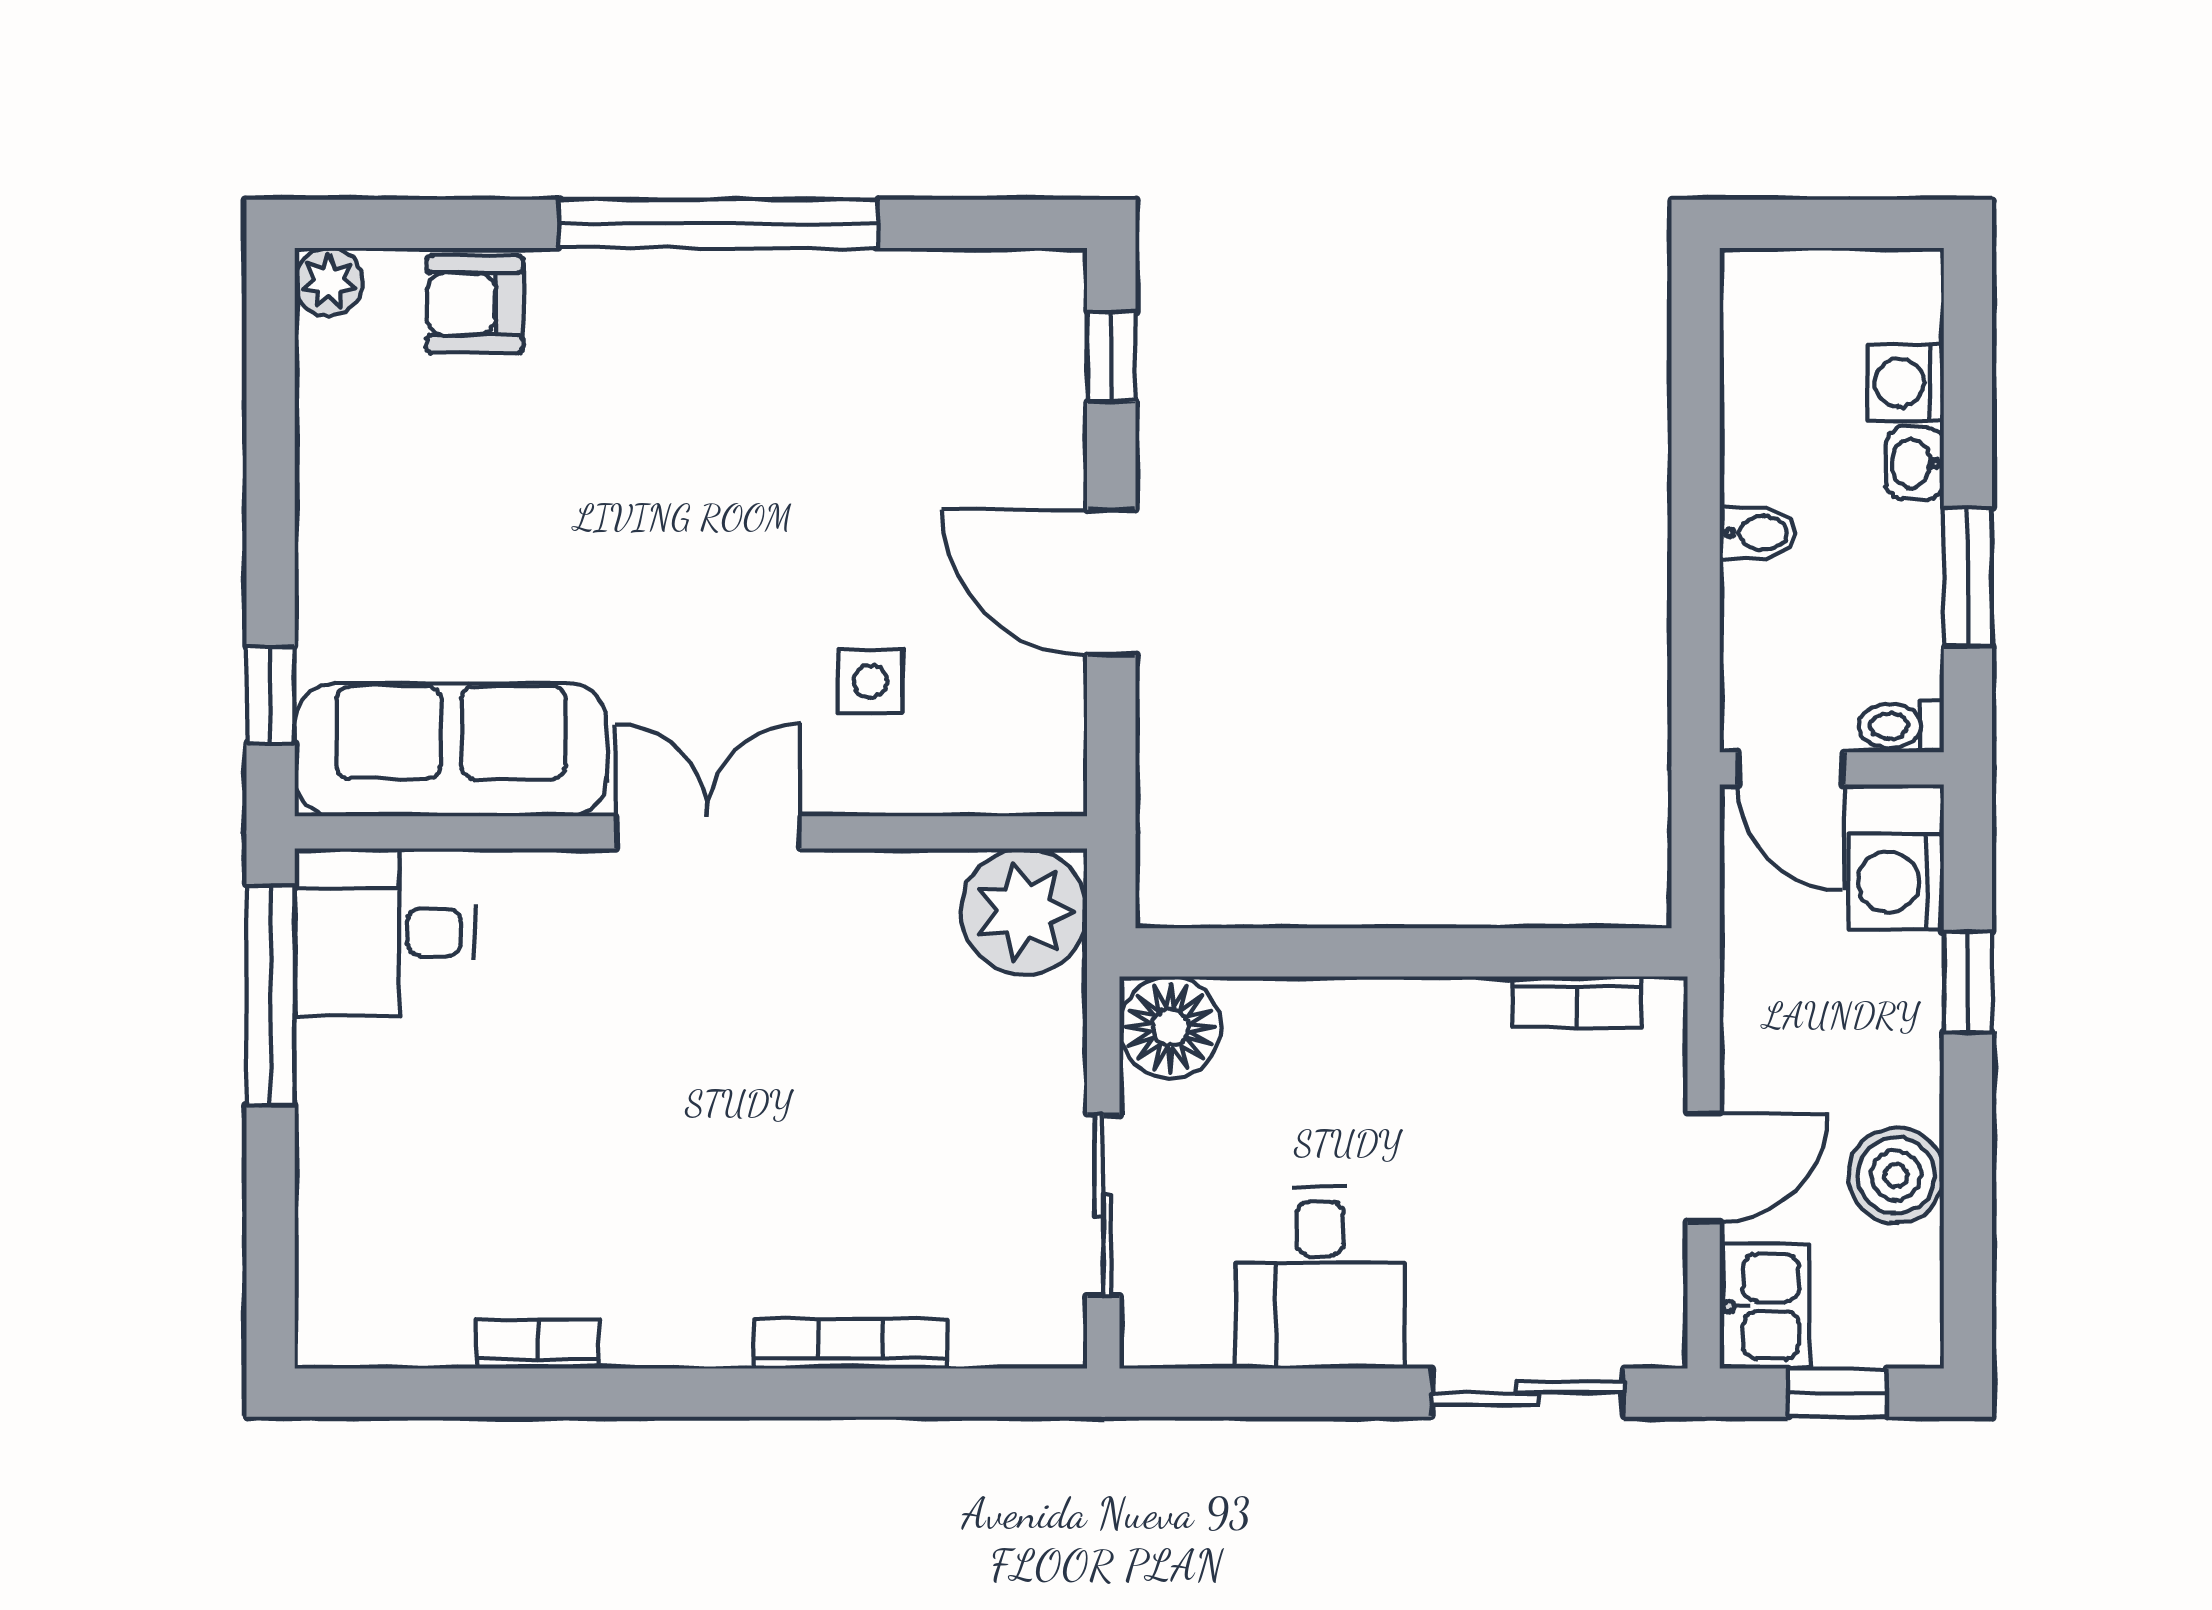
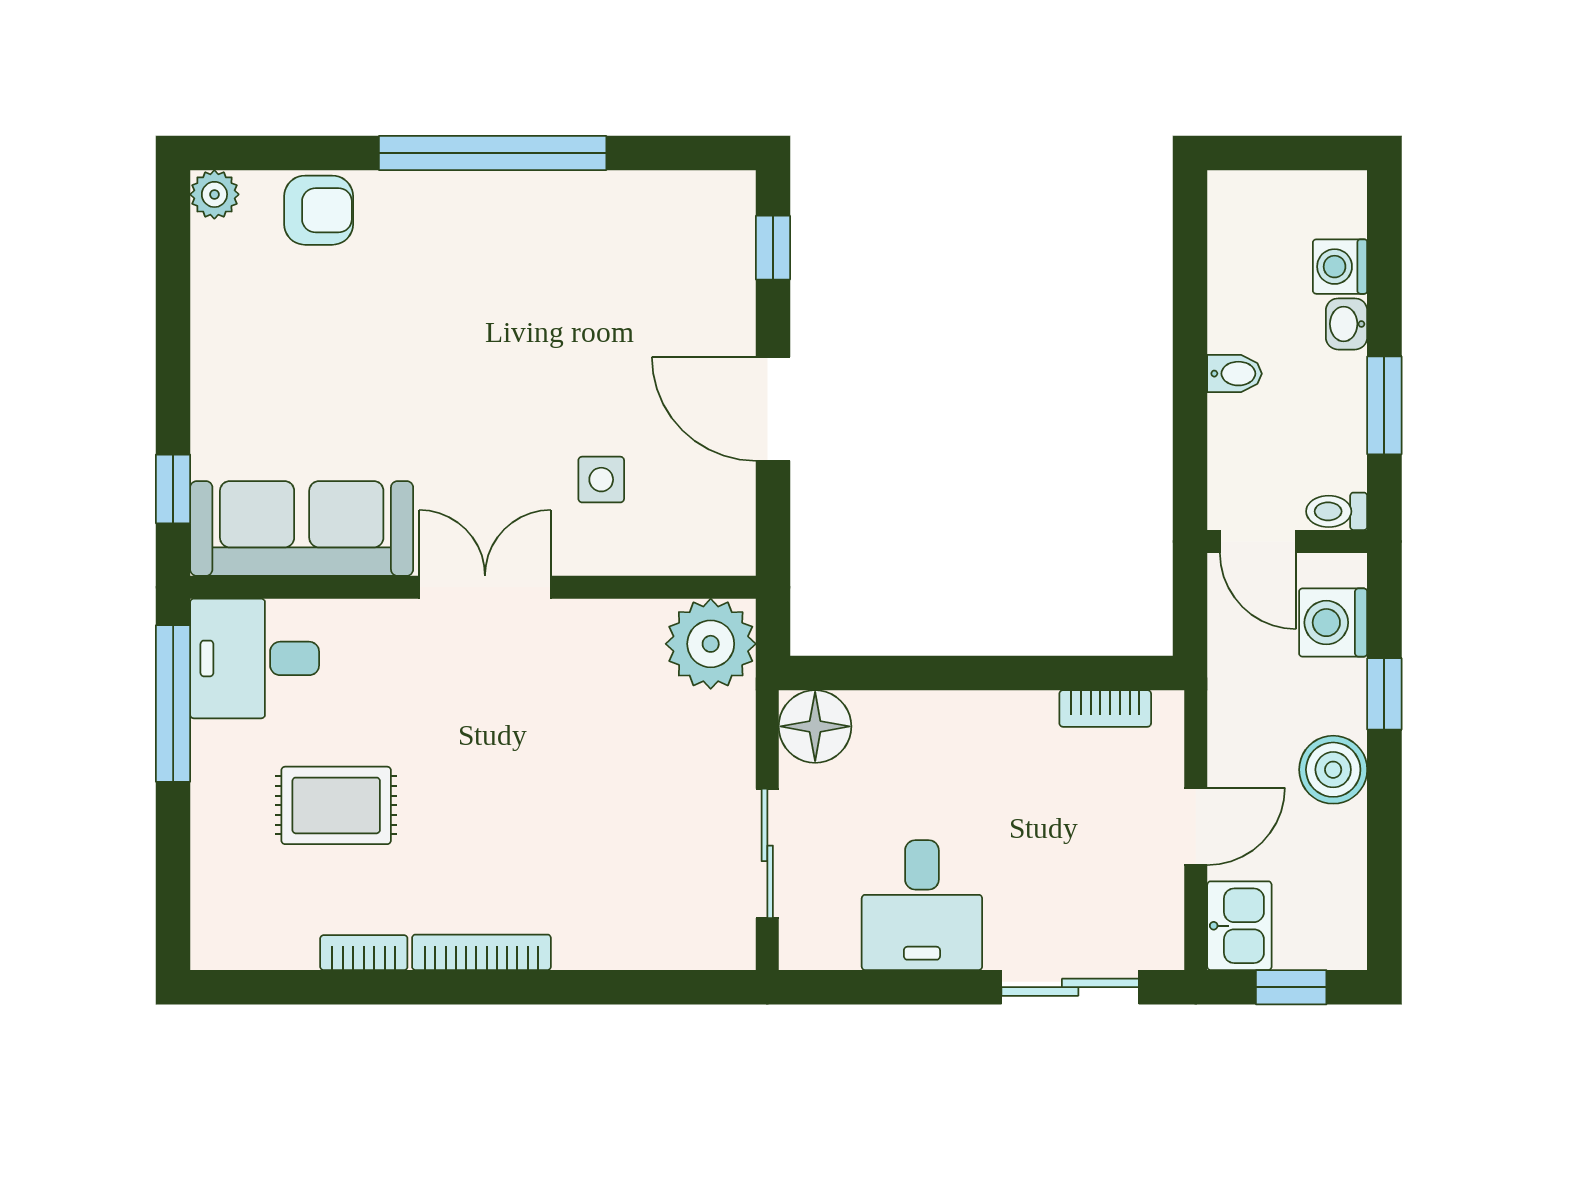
armchair: (475, 304) -> (319, 210), turned 180
rug: (499, 1138) -> (336, 805), added
boiler: (1896, 1175) -> (1333, 770), moved
bookcase: (851, 1344) -> (481, 952), moved

